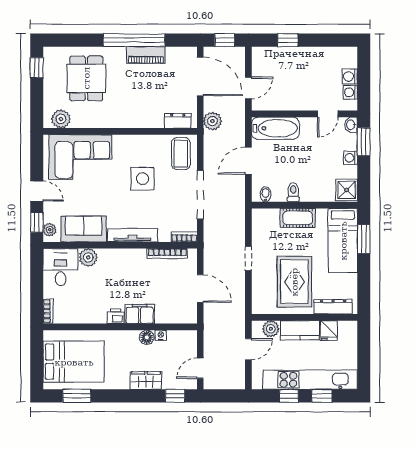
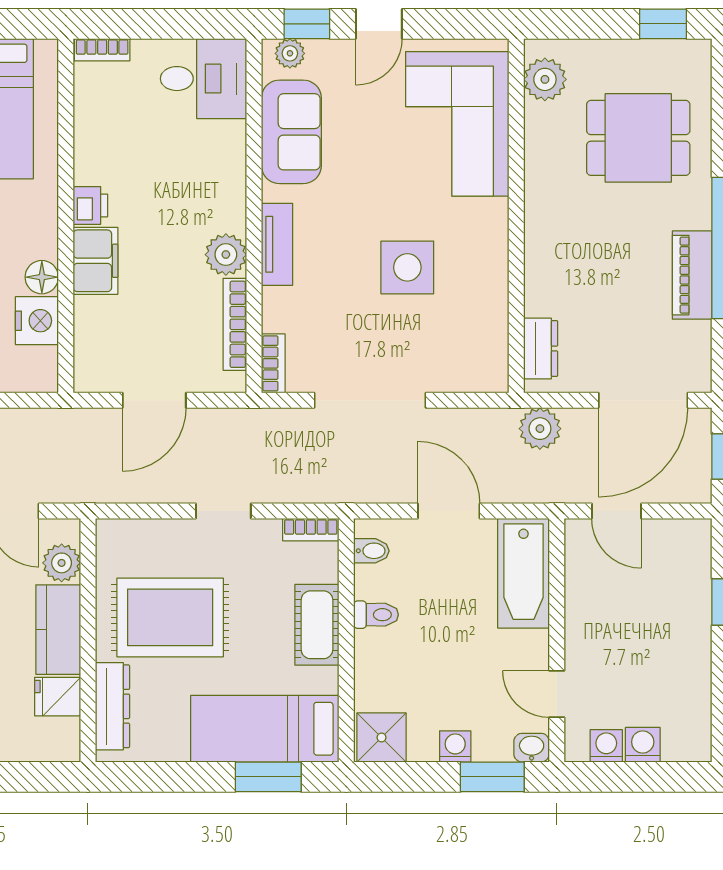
coffee table: (181, 154) -> (465, 356), removed
bookcase: (256, 221) -> (311, 530), added
tv unit: (132, 235) -> (277, 244), width x0.71
plant: (88, 257) -> (226, 255), moved
nightstand: (161, 335) -> (37, 321), width x1.89, depth x1.79

